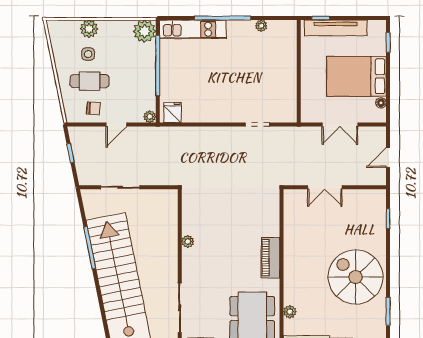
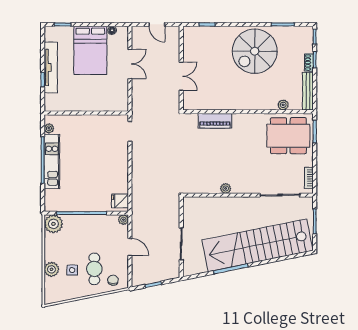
kitchen unit: (193, 29) -> (52, 161), moved
wall: (299, 71) -> (86, 113), moved
chair: (93, 108) -> (113, 280), moved
piano: (270, 258) -> (215, 121), moved

